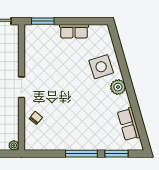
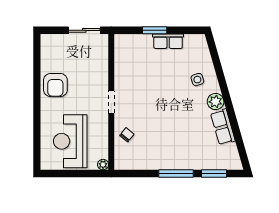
window: (43, 21) -> (155, 30), moved
side table: (101, 67) -> (197, 80), width x0.54, depth x0.54
row of seats: (129, 124) -> (223, 127), moved

